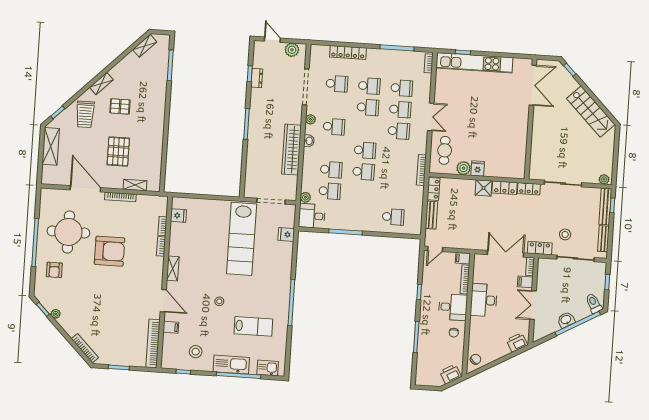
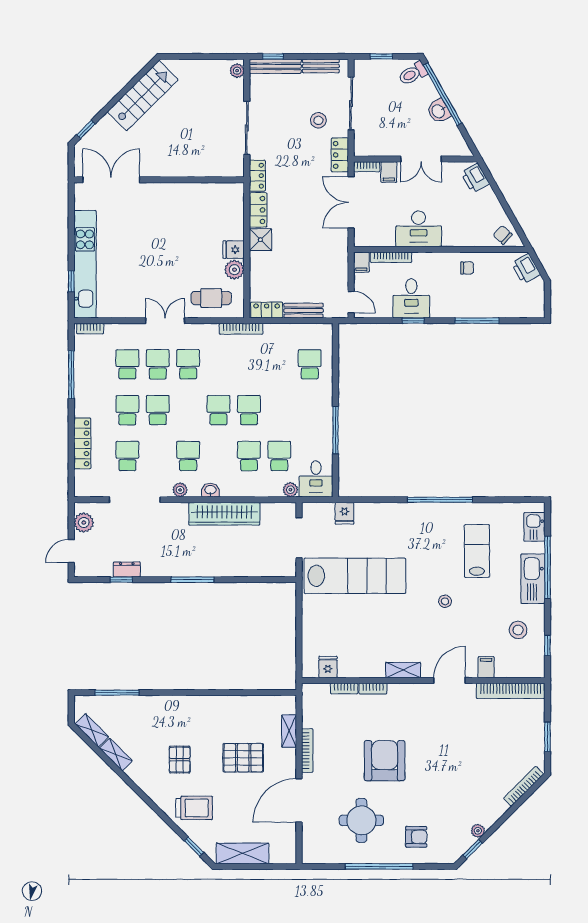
shelving: (101, 84) -> (116, 755), moved
round table: (68, 232) -> (361, 820), width x0.73, depth x0.73
desk: (453, 307) -> (411, 298), moved, turned 180

